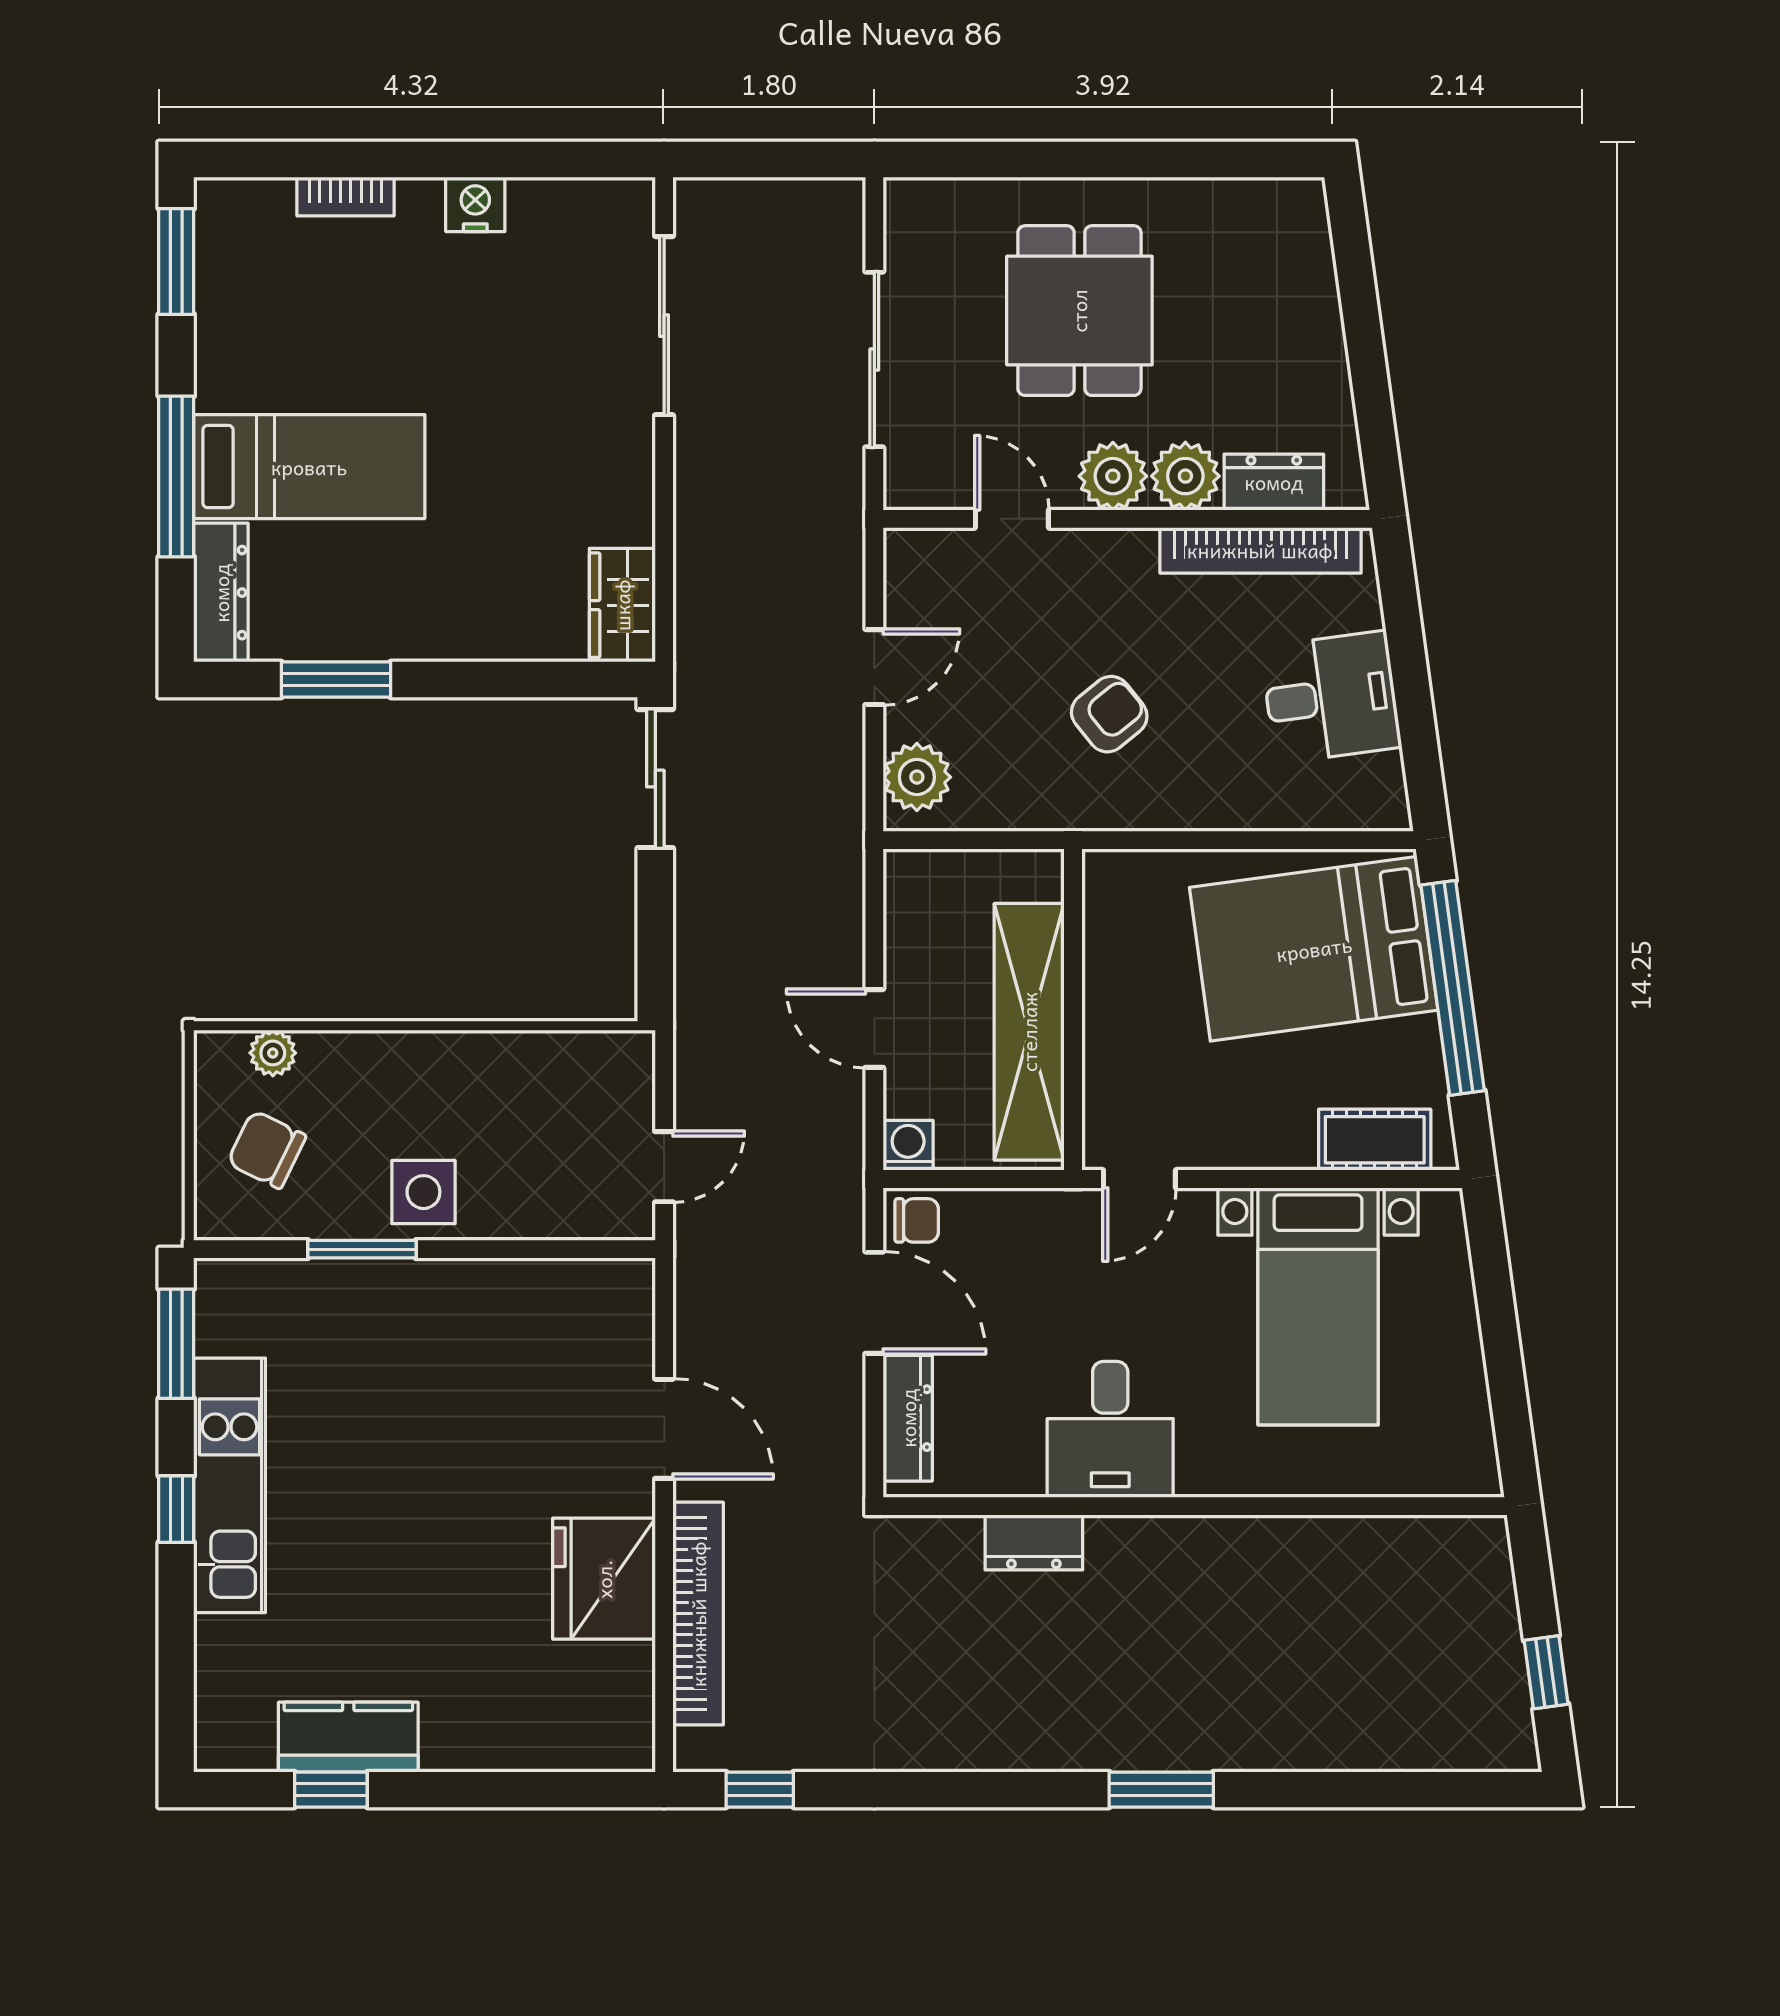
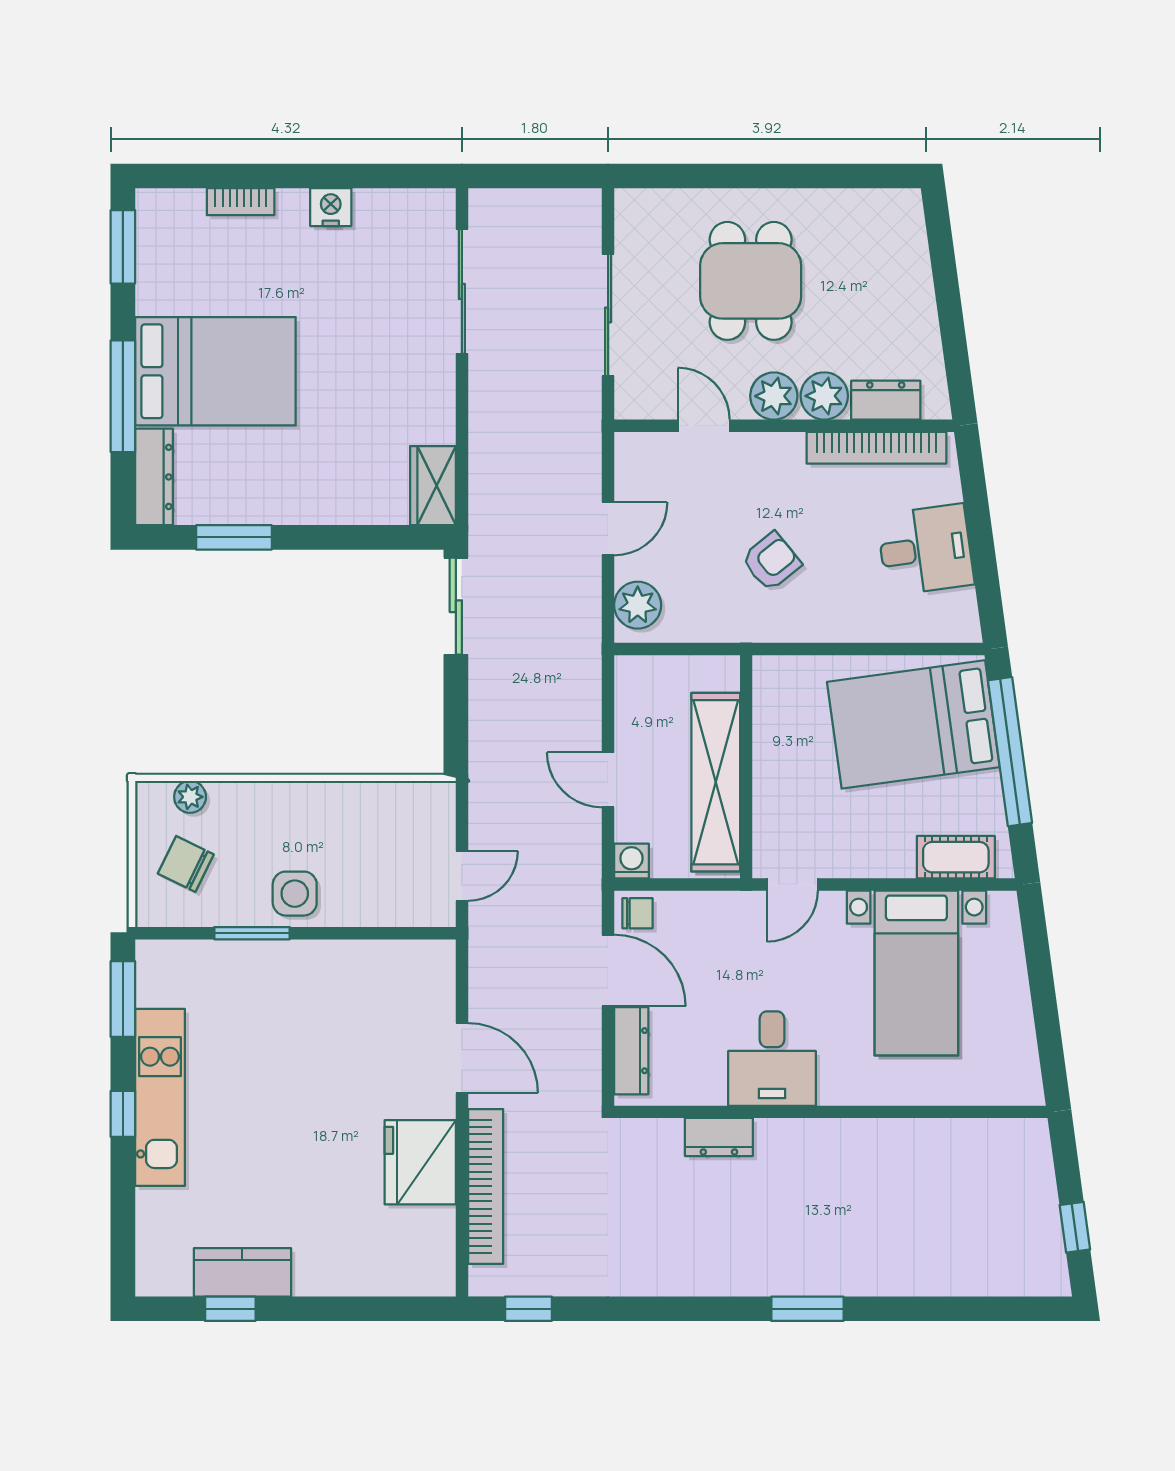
bed: (309, 467) -> (215, 371), width x1.50

